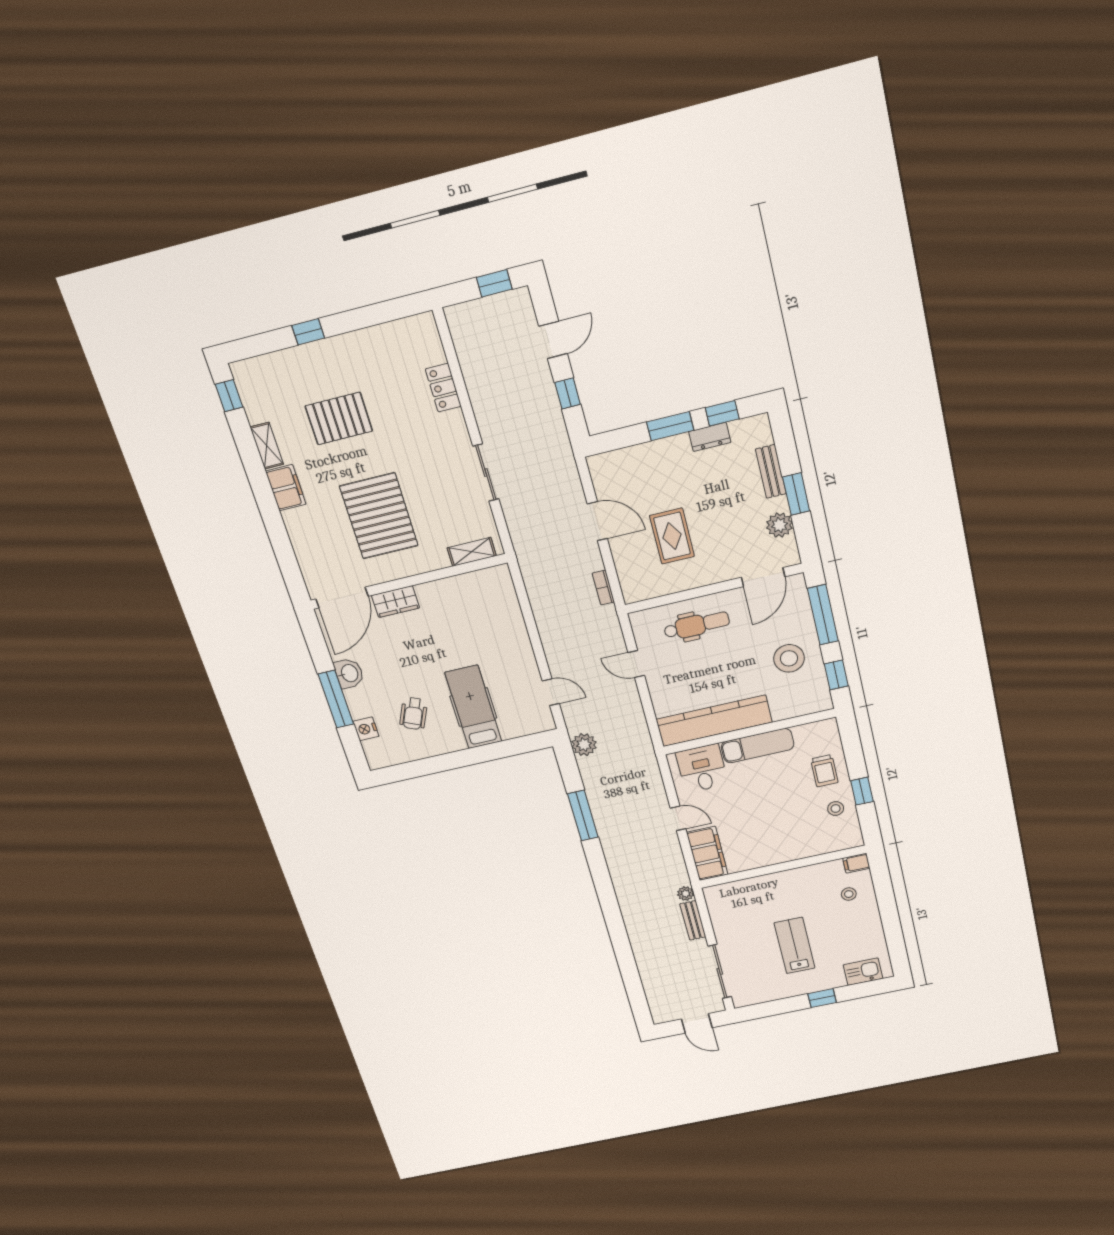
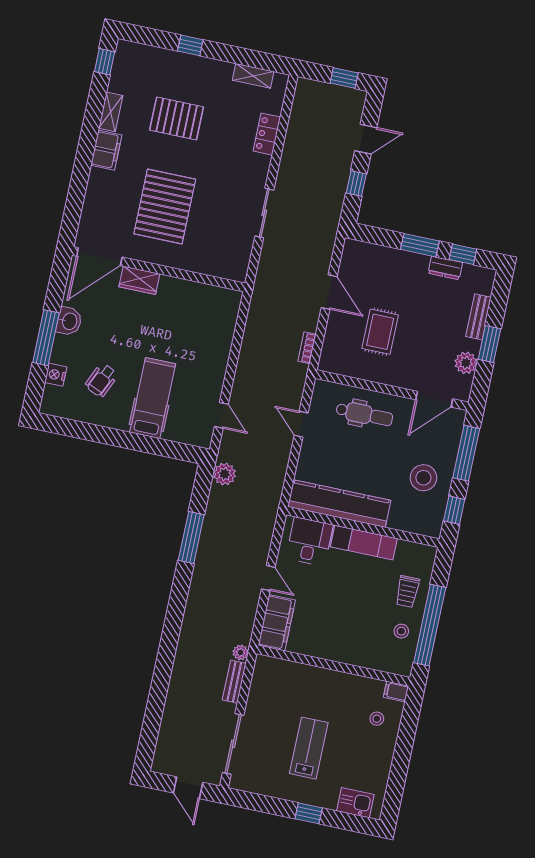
shelving: (472, 552) -> (253, 76), moved
window: (862, 791) -> (430, 625), width x3.17

